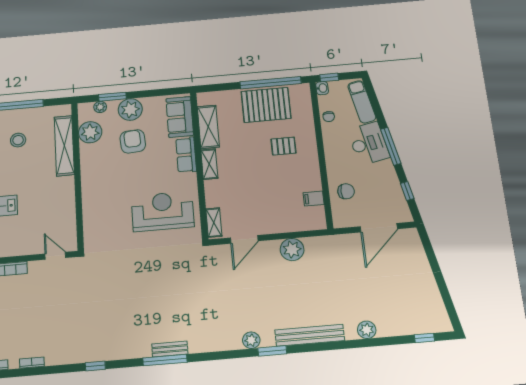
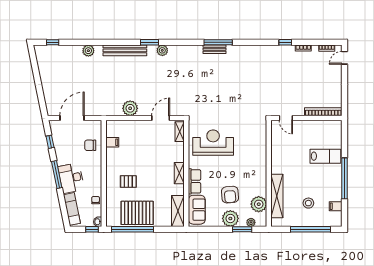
shelving: (208, 127) -> (178, 211), moved
reception desk: (163, 211) -> (213, 143), turned 180
window: (95, 366) -> (285, 42), moved

